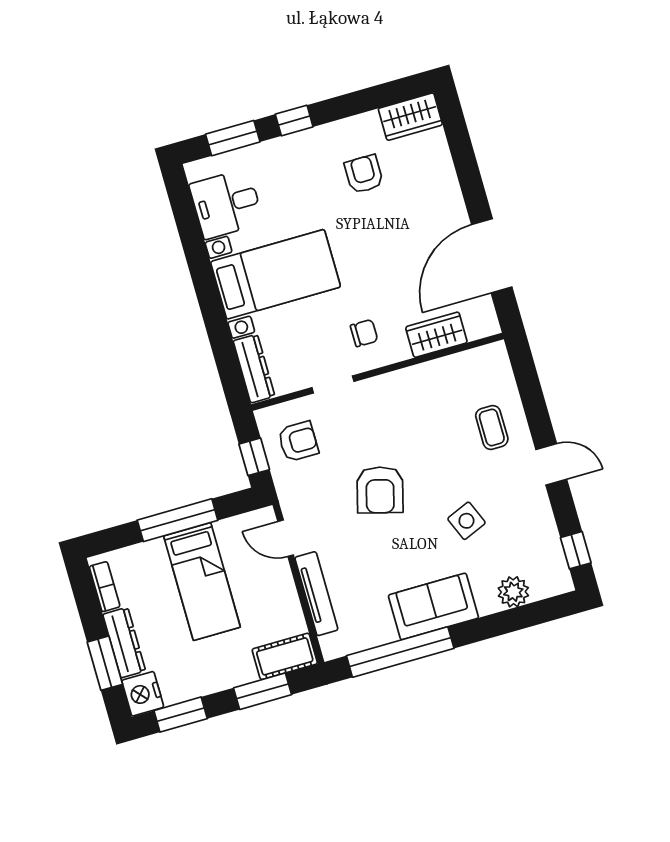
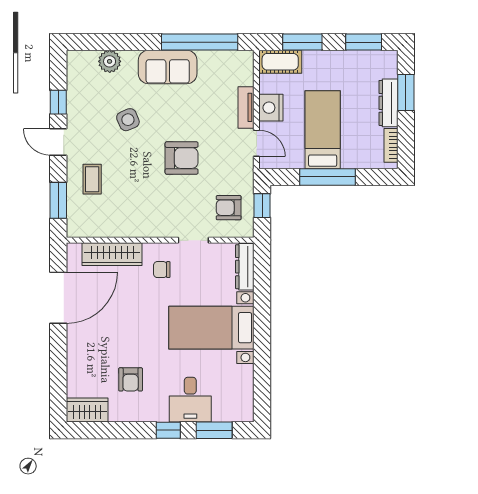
desk: (226, 204) -> (190, 400), moved, turned 90
wardrobe: (436, 335) -> (112, 254), width x1.50
window: (529, 386) -> (58, 200), added
armchair: (380, 490) -> (182, 158), turned 75
window: (576, 550) -> (58, 102), moved
tv unit: (316, 594) -> (246, 107), width x0.71
nightstand: (143, 694) -> (271, 108), moved, turned 180

